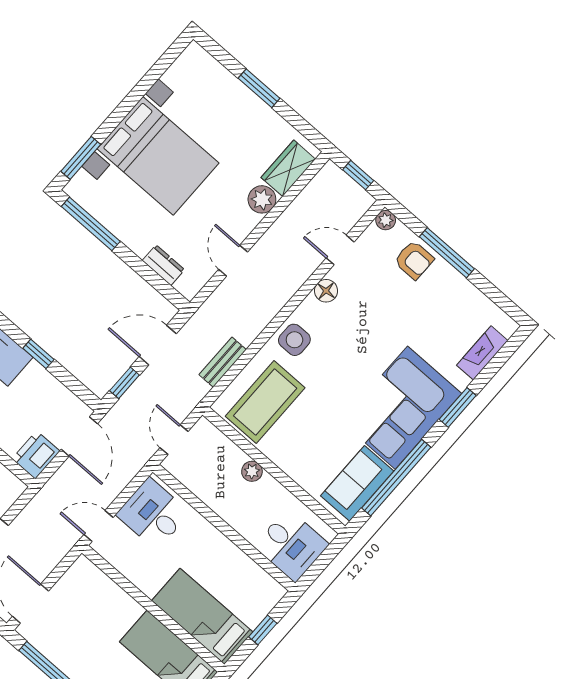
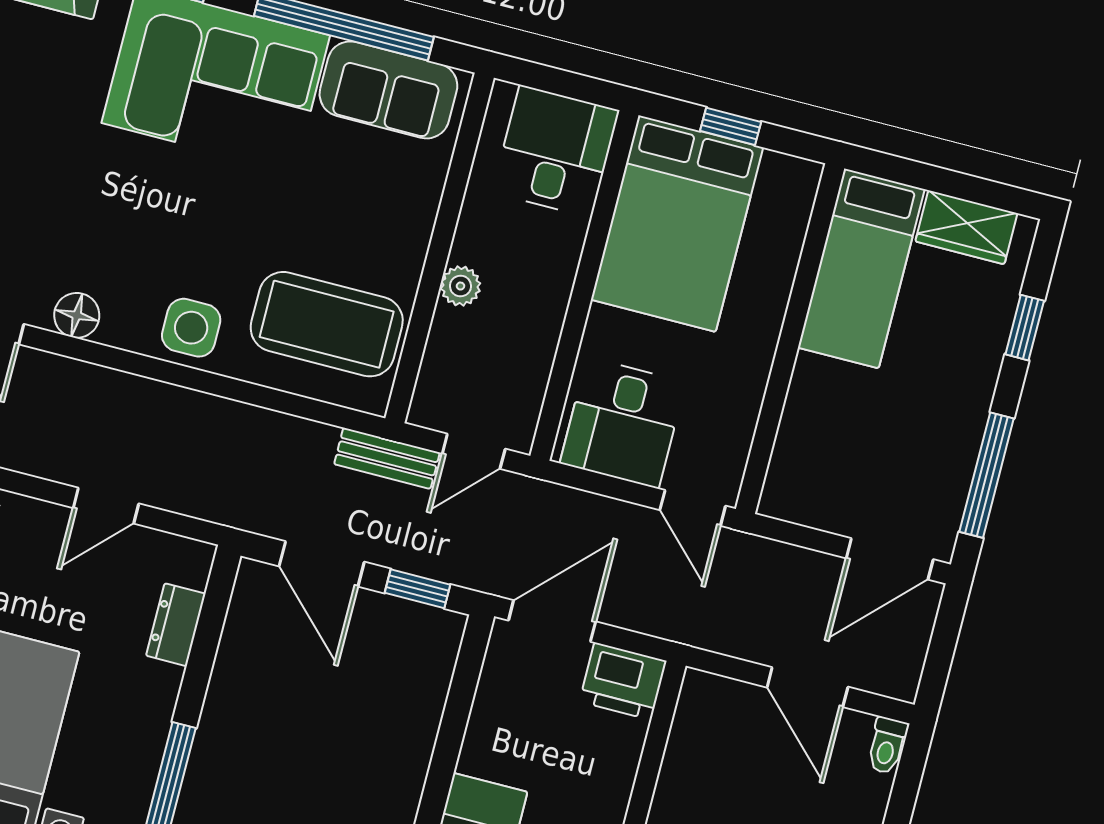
window: (38, 354) -> (443, 766), removed
bench: (223, 362) -> (387, 458), moved
bed: (202, 616) -> (677, 224), moved, width x1.50

